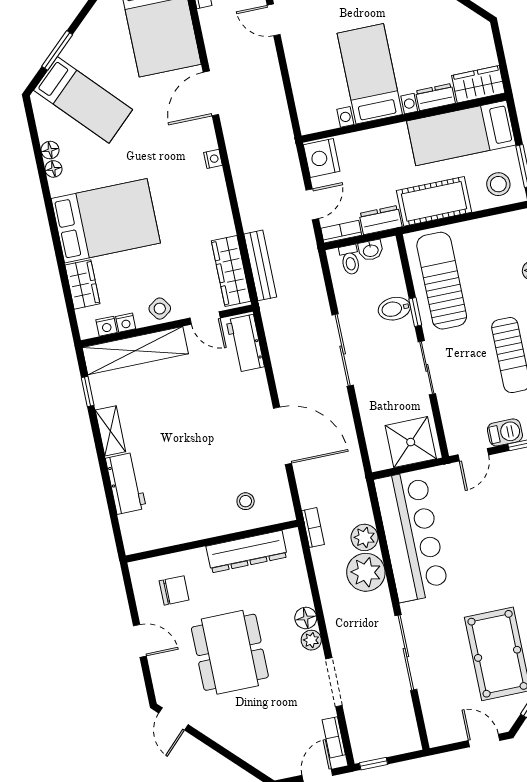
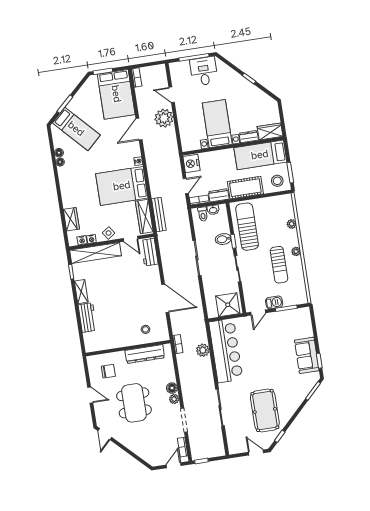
bed: (106, 221) -> (122, 186), moved, turned 180
plant: (366, 572) -> (164, 118), moved

